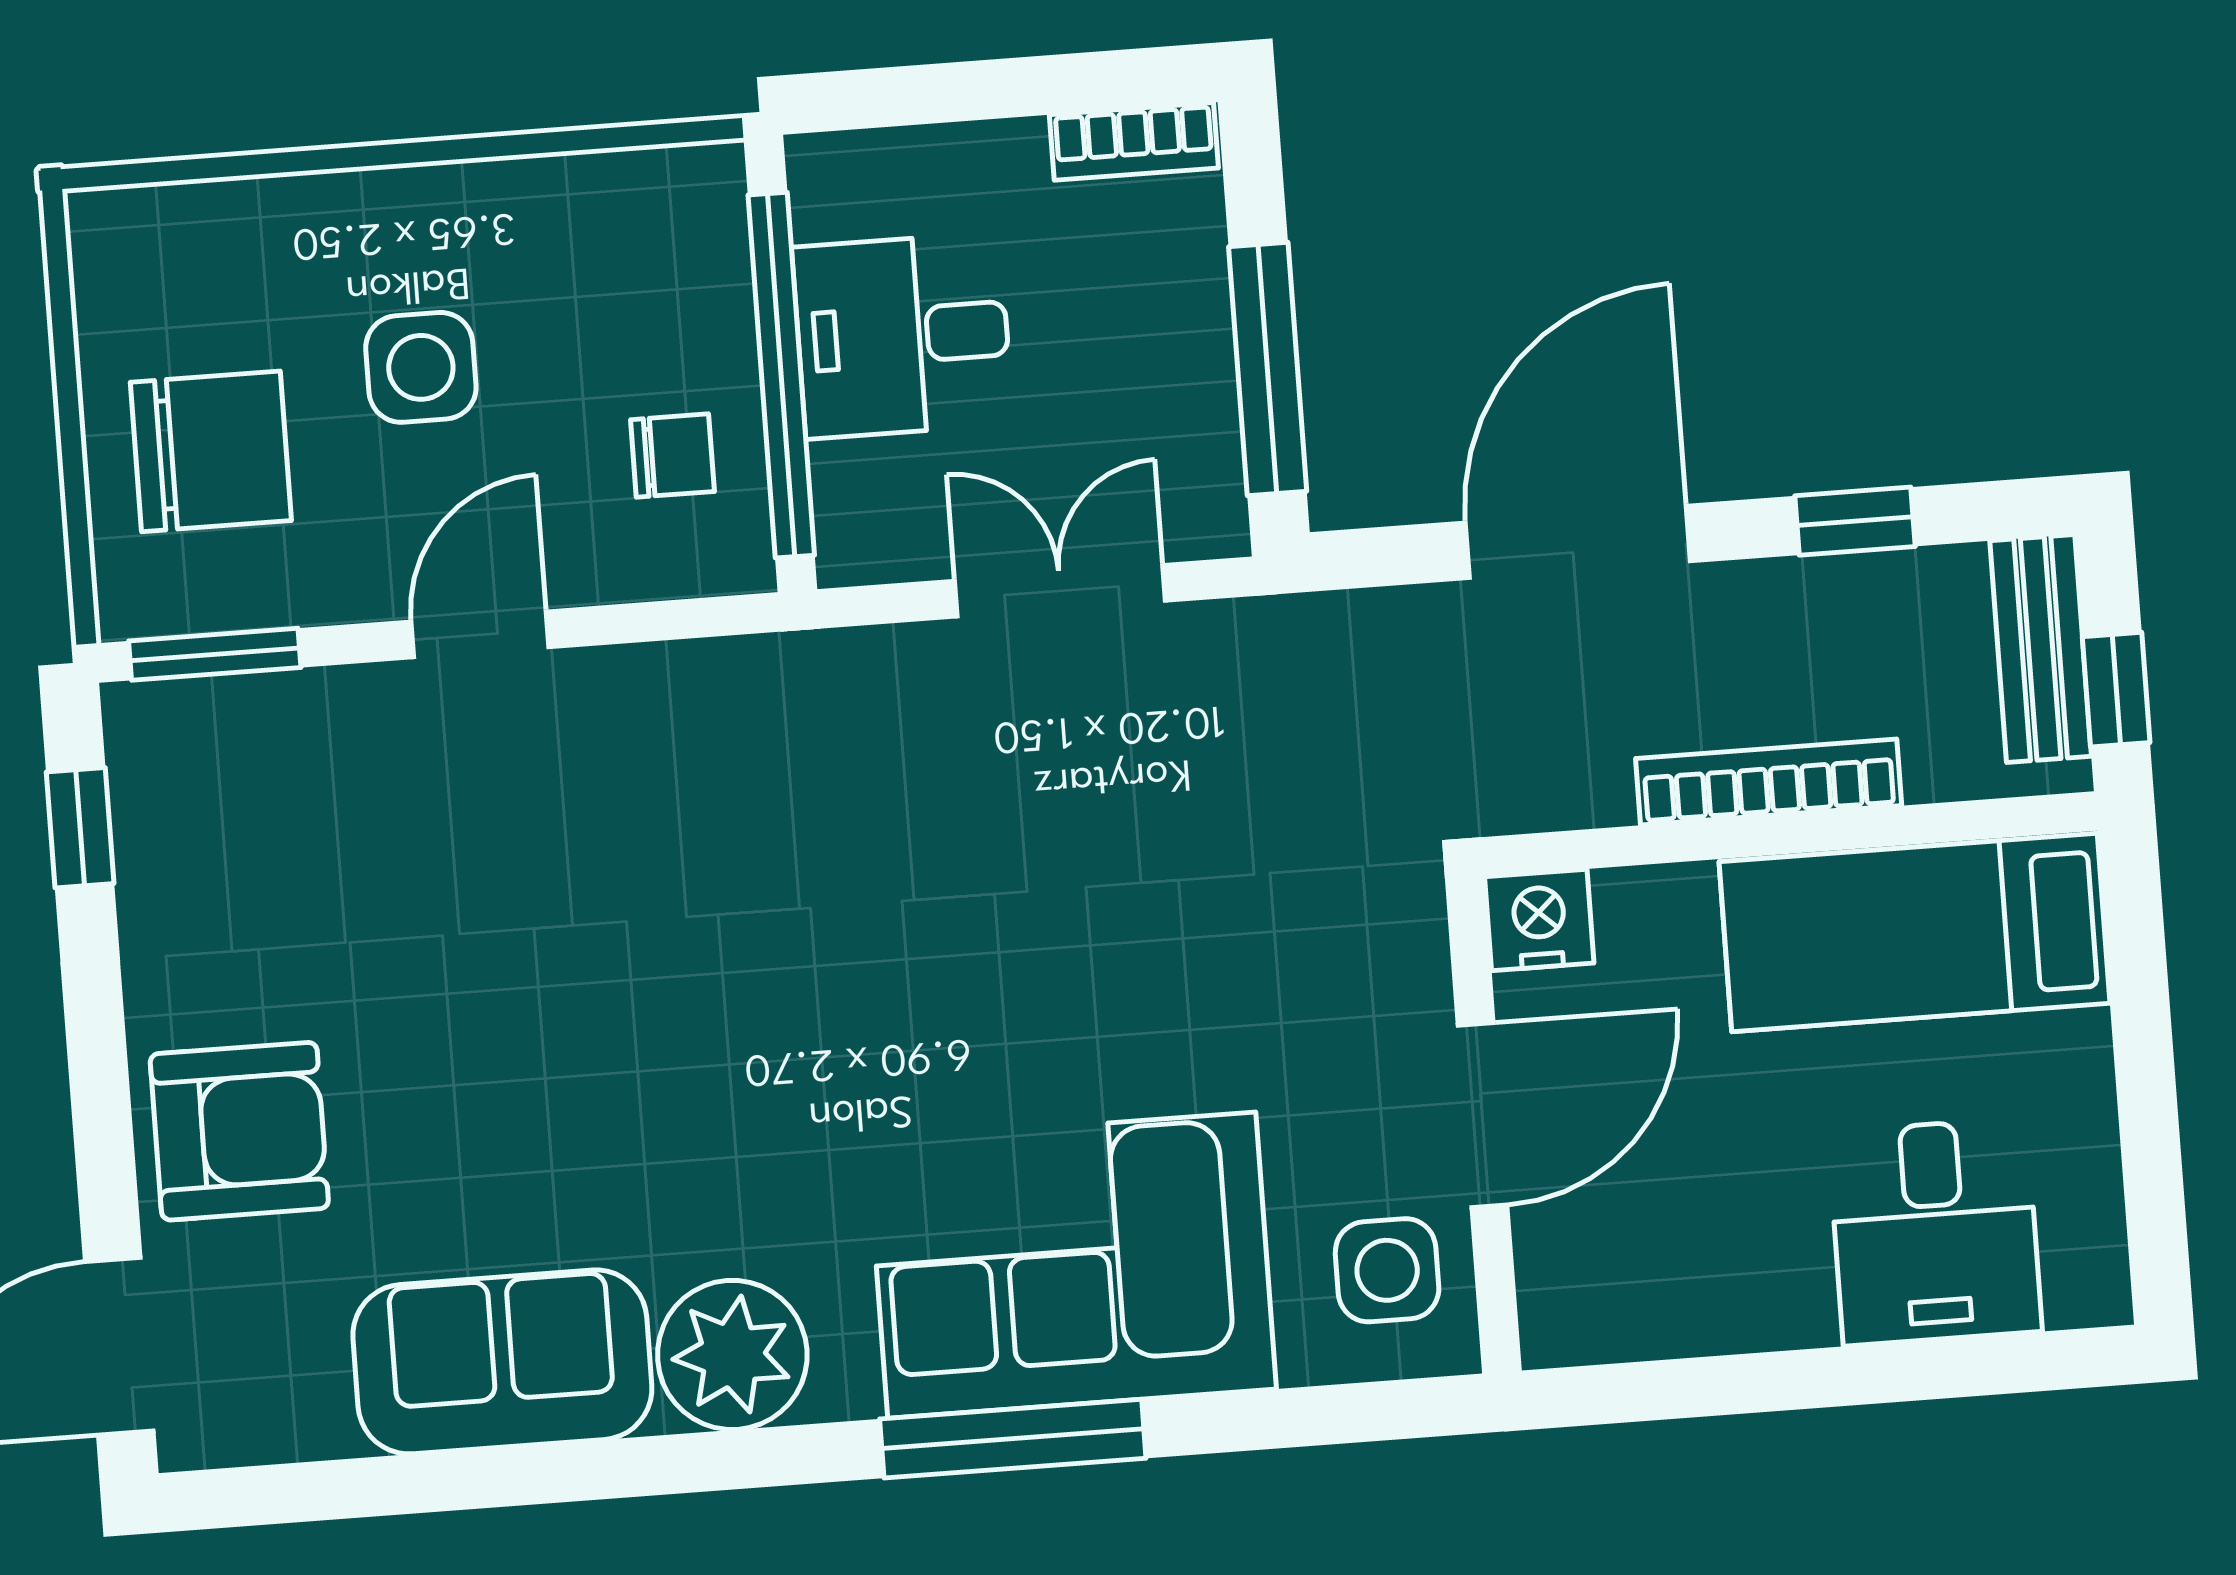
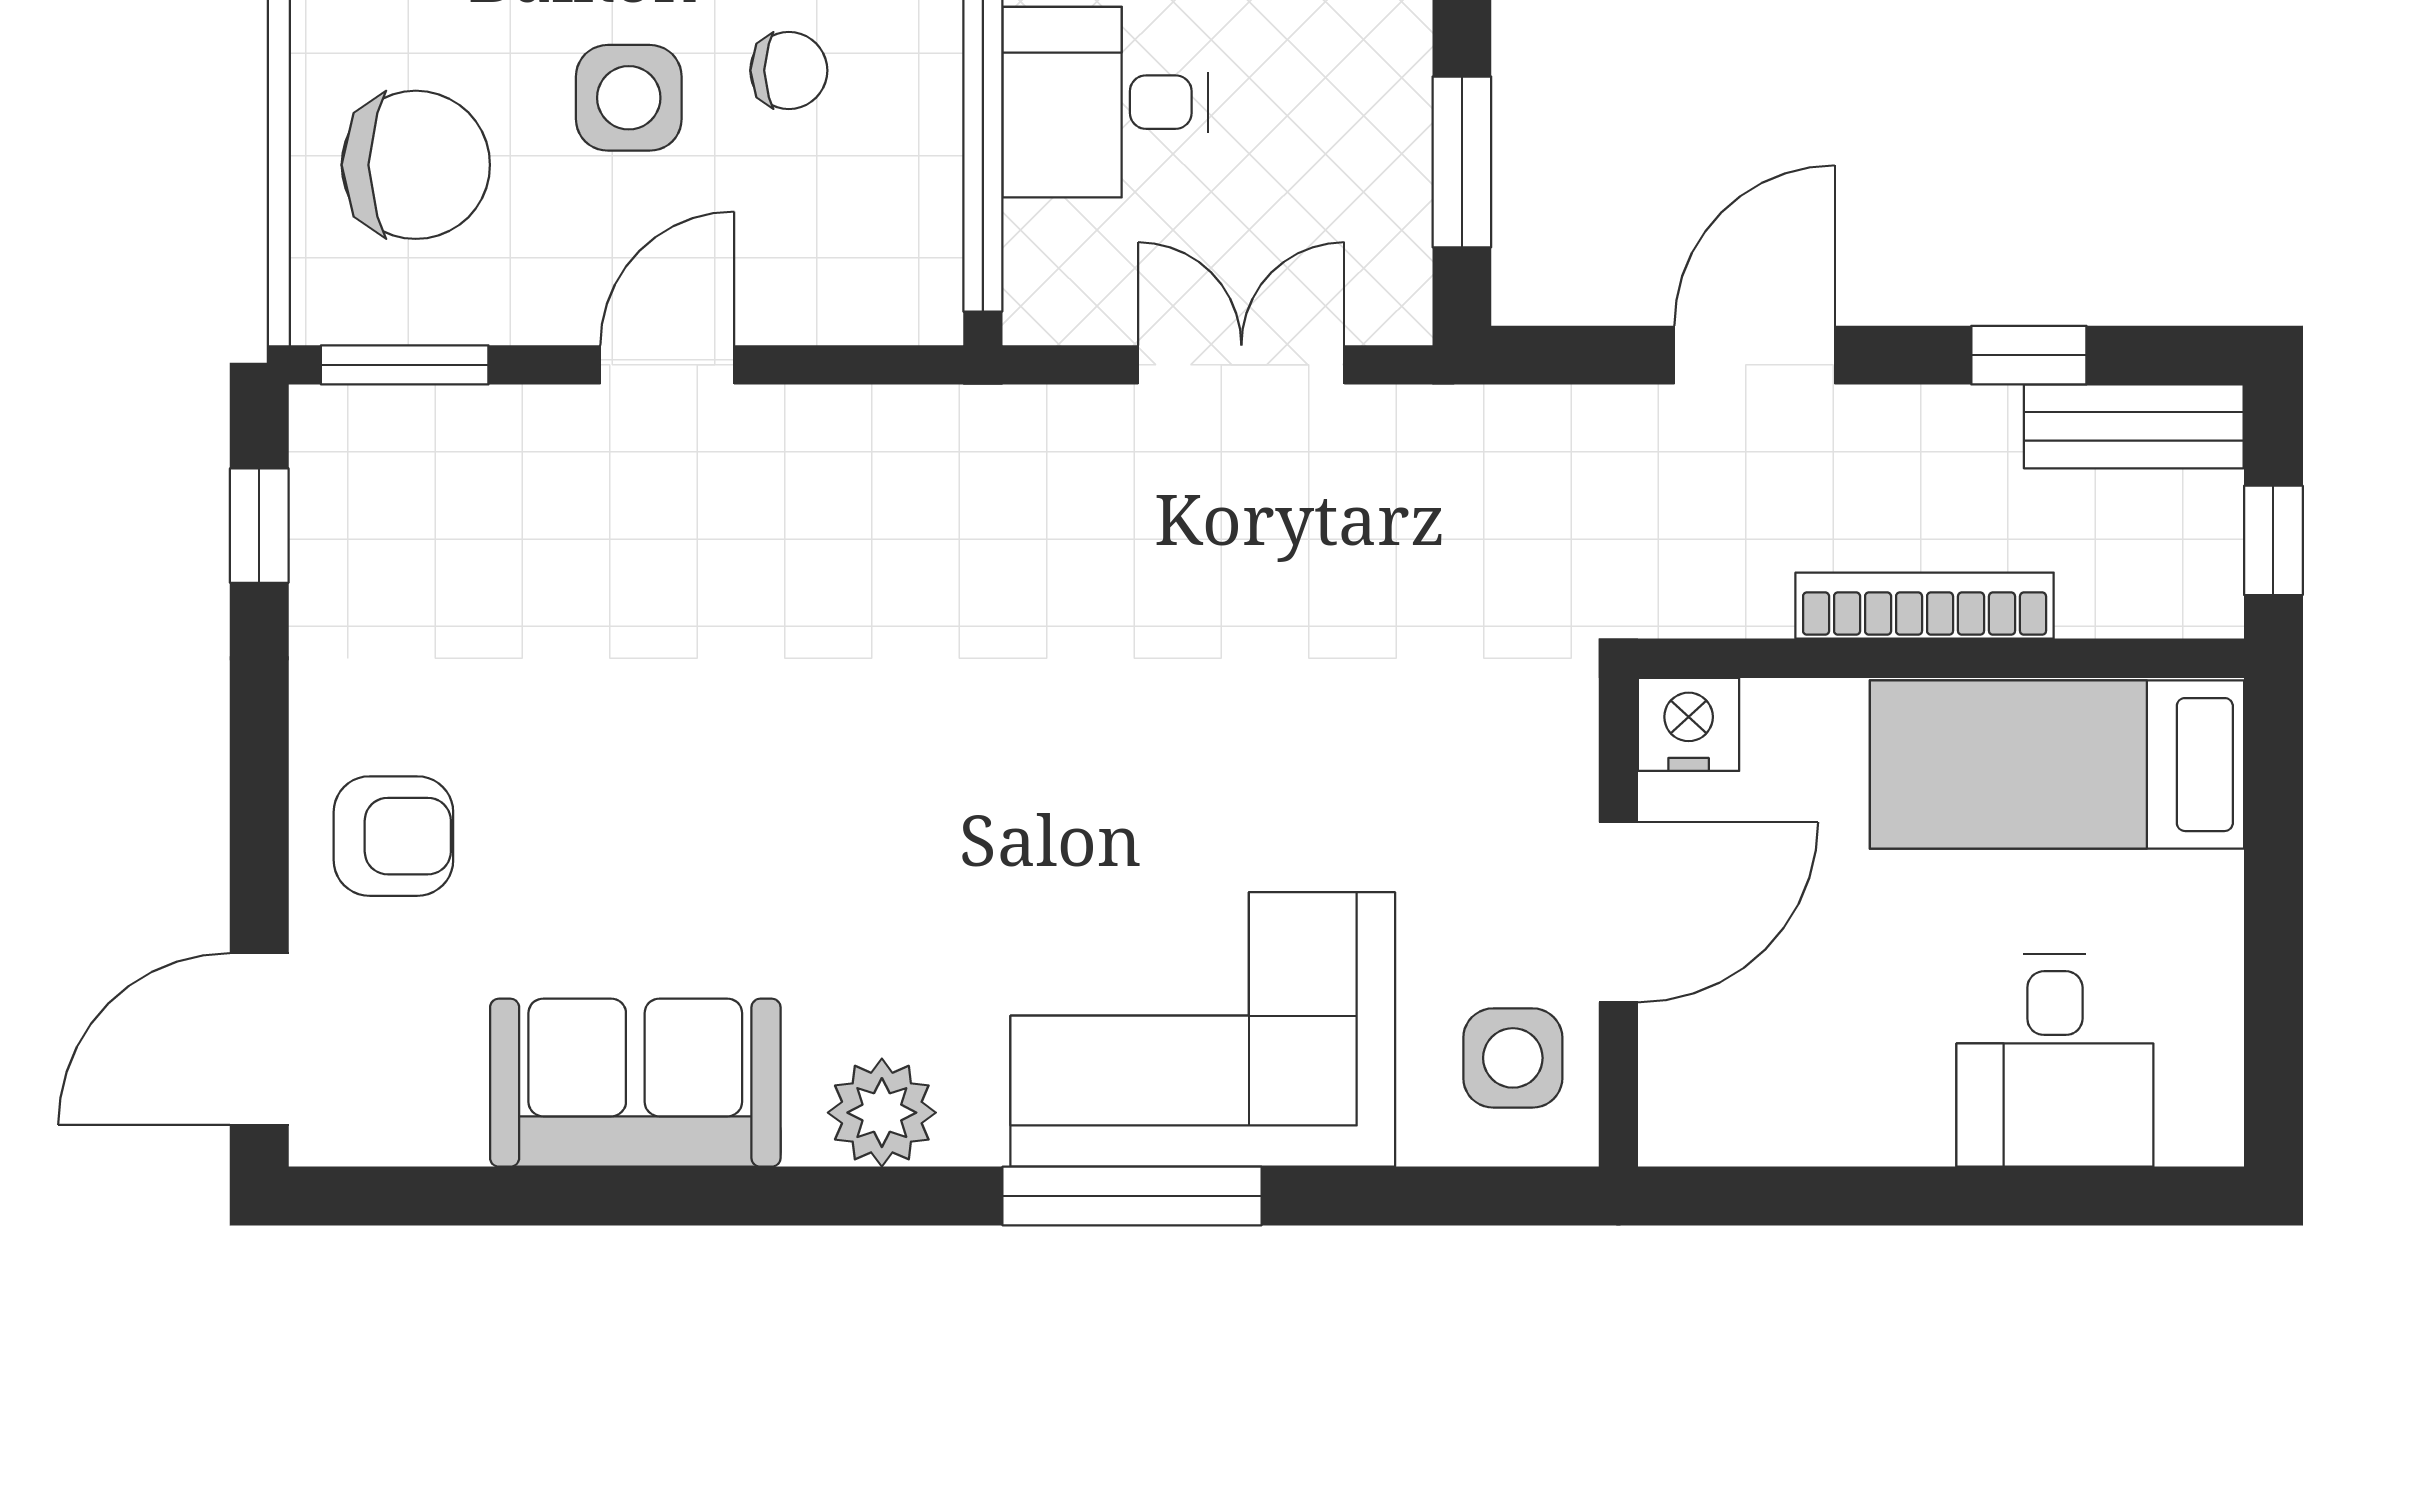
window: (1268, 369) -> (1462, 162), width x0.69
chair: (672, 456) -> (789, 70), moved
door: (1578, 542) -> (1755, 355), width x0.73
bench: (2041, 649) -> (2134, 426), moved, turned 90
armchair: (239, 1131) -> (393, 836), width x0.72, depth x0.72
plant: (732, 1355) -> (882, 1113), width x0.73, depth x0.73

